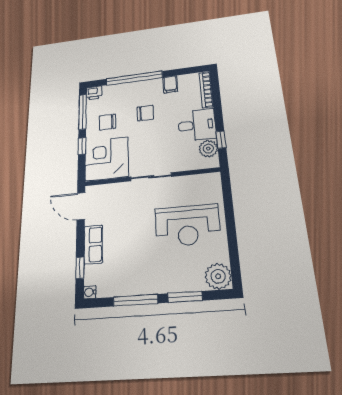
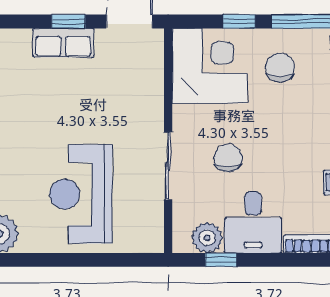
chair: (145, 113) -> (228, 158), moved, turned 180
sliding door: (151, 177) -> (168, 166), moved
window: (80, 268) -> (68, 21), moved

